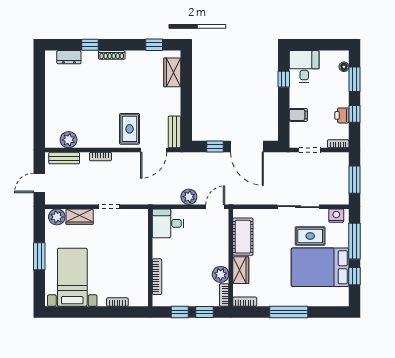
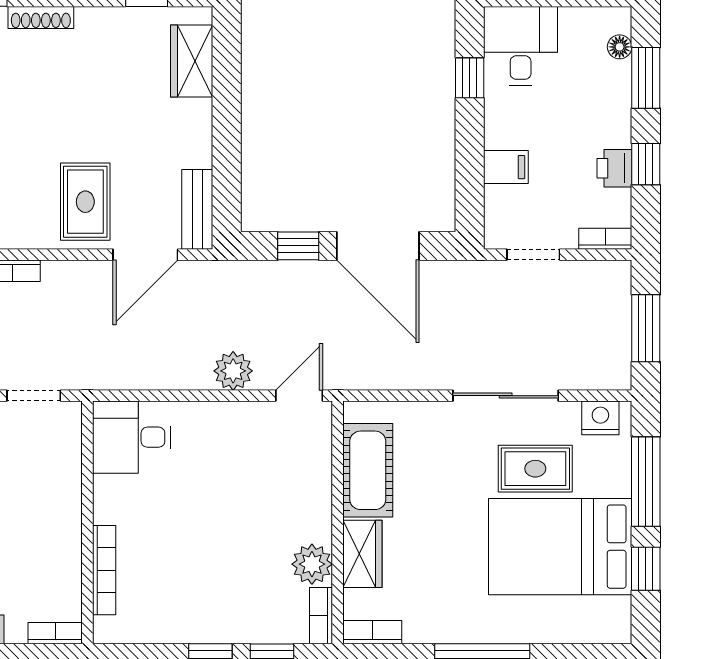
desk: (168, 223) -> (132, 437), moved
wall: (150, 258) -> (87, 522), moved
bookcase: (157, 277) -> (104, 570), moved

